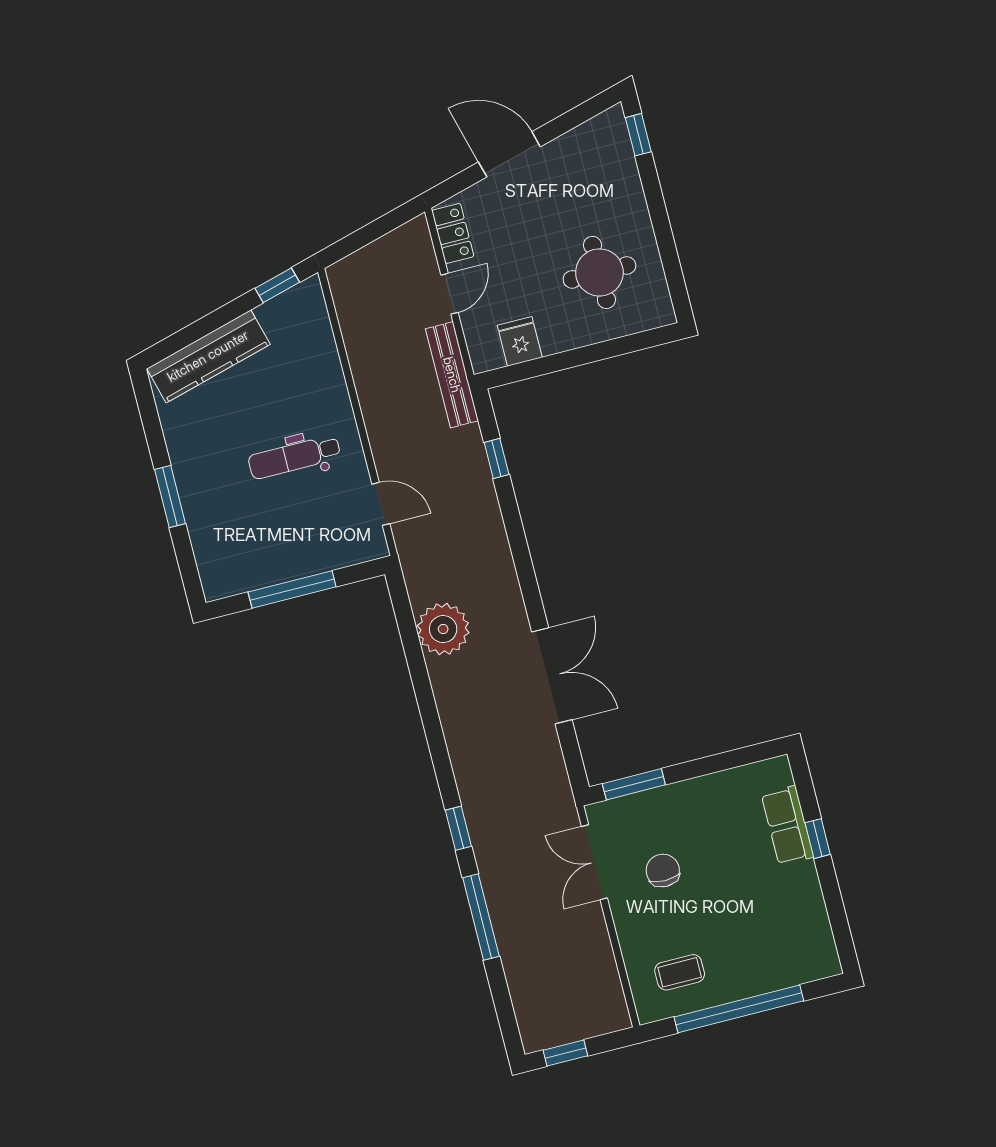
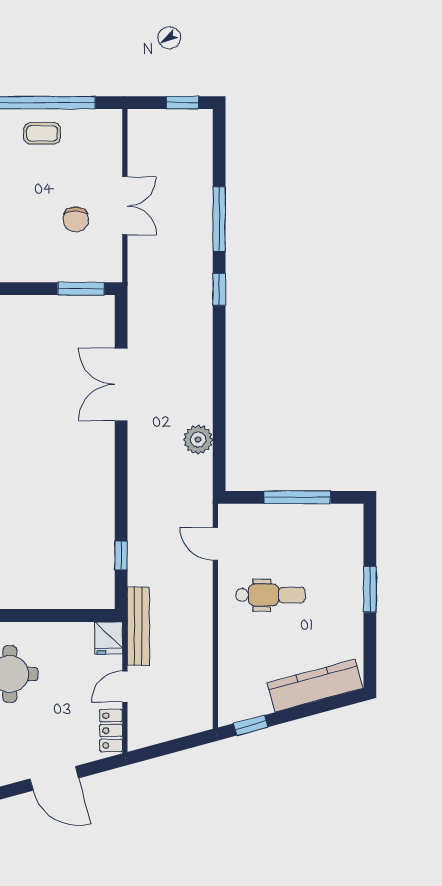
fridge: (520, 341) -> (109, 638), moved
plant: (443, 629) -> (198, 440), width x0.73, depth x0.73
double door: (594, 862) -> (125, 206), moved
coffee table: (680, 972) -> (42, 133), moved

